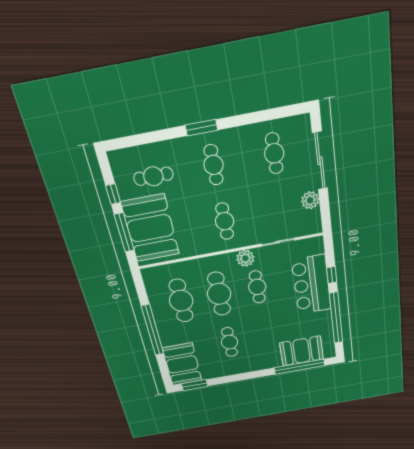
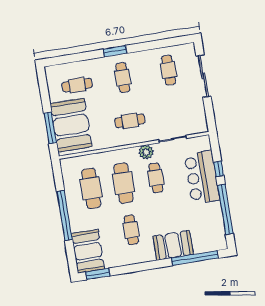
window: (113, 194) -> (45, 98), removed
plant: (310, 200) -> (197, 106), removed
cafe table: (225, 221) -> (130, 121), turned 90
booth: (301, 351) -> (173, 245), moved

